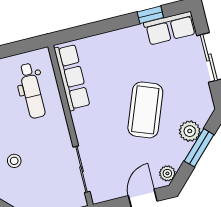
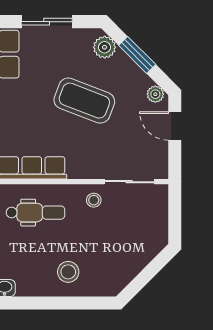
plant: (190, 131) -> (105, 47), moved
stool: (14, 161) -> (94, 200), moved

